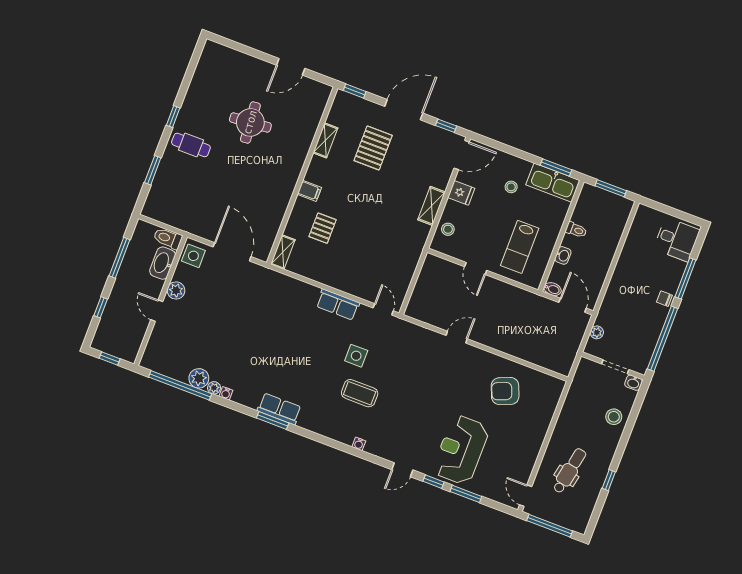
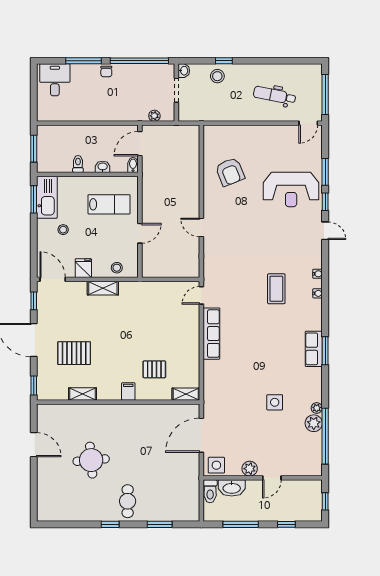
row of seats: (338, 305) -> (211, 334), width x1.48
side table: (356, 356) -> (275, 402), moved
water cooler: (226, 393) -> (318, 293), moved
window: (609, 480) -> (224, 61), moved

